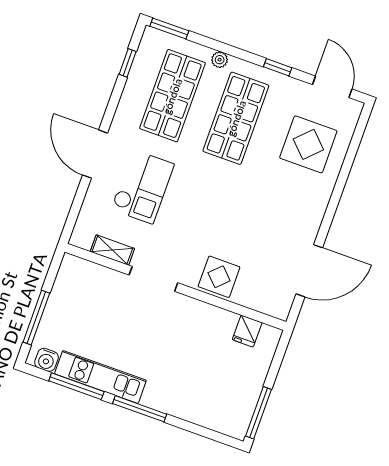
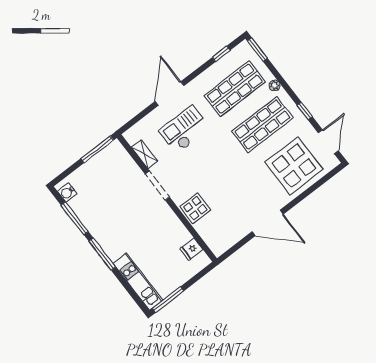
display table: (308, 144) -> (294, 166), width x1.36, depth x1.36
checkout: (143, 187) -> (185, 129), turned 180
door: (309, 271) -> (268, 223), moved
window: (36, 318) -> (97, 149), moved
kitchen unit: (100, 377) -> (138, 282), moved

